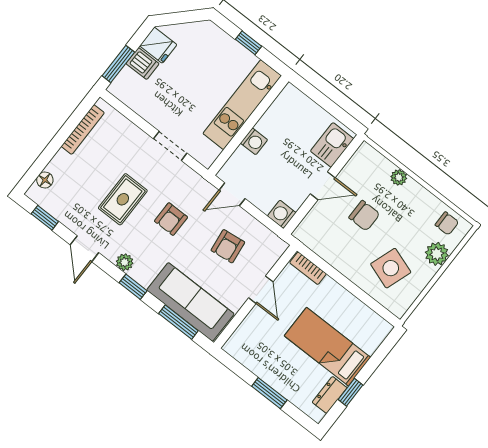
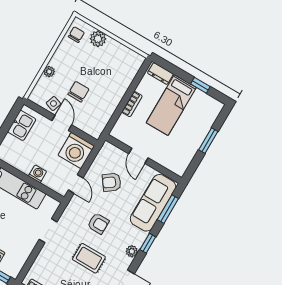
kitchen sink: (332, 145) -> (22, 125), moved, turned -90
washing machine: (282, 214) -> (76, 151), width x1.89, depth x1.89
armchair: (228, 246) -> (112, 182), turned 150
bookcase: (308, 268) -> (132, 104), moved
side table: (391, 268) -> (53, 104), moved, width x0.54, depth x0.54
door: (261, 290) -> (138, 156), swing flipped
dresser: (330, 395) -> (160, 74), moved

